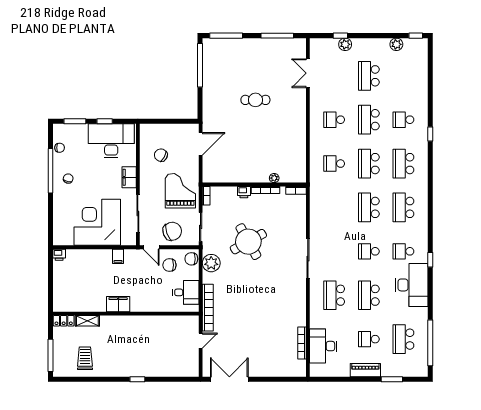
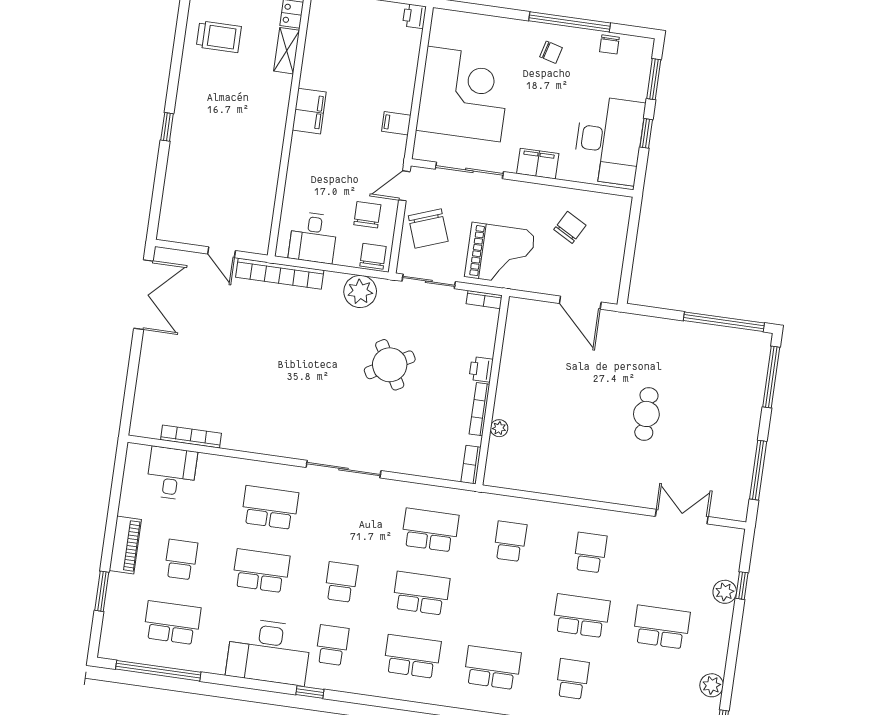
school desk: (369, 164) -> (430, 530), moved
round table: (248, 242) -> (390, 365), width x0.73, depth x0.73
desk: (323, 346) -> (172, 473), width x0.73

